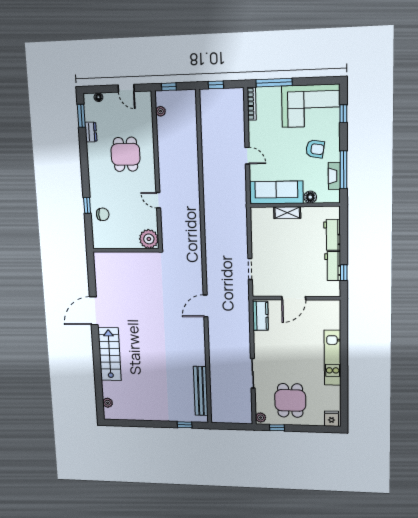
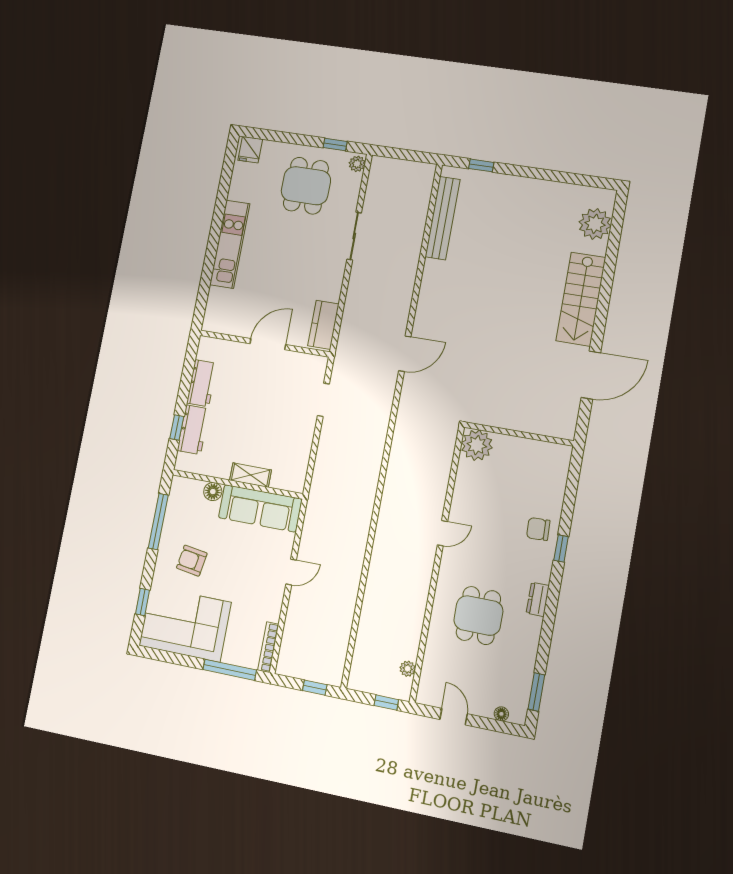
dresser: (91, 132) -> (538, 599), moved
door: (247, 156) -> (291, 572), swing flipped
fireplace: (334, 176) -> (173, 515), removed
door: (158, 200) -> (442, 533), hinge flipped
plant: (149, 239) -> (477, 445), moved
wall: (126, 250) -> (519, 434), moved
window: (344, 273) -> (177, 427), moved
plant: (108, 403) -> (595, 224), width x1.87, depth x1.87

